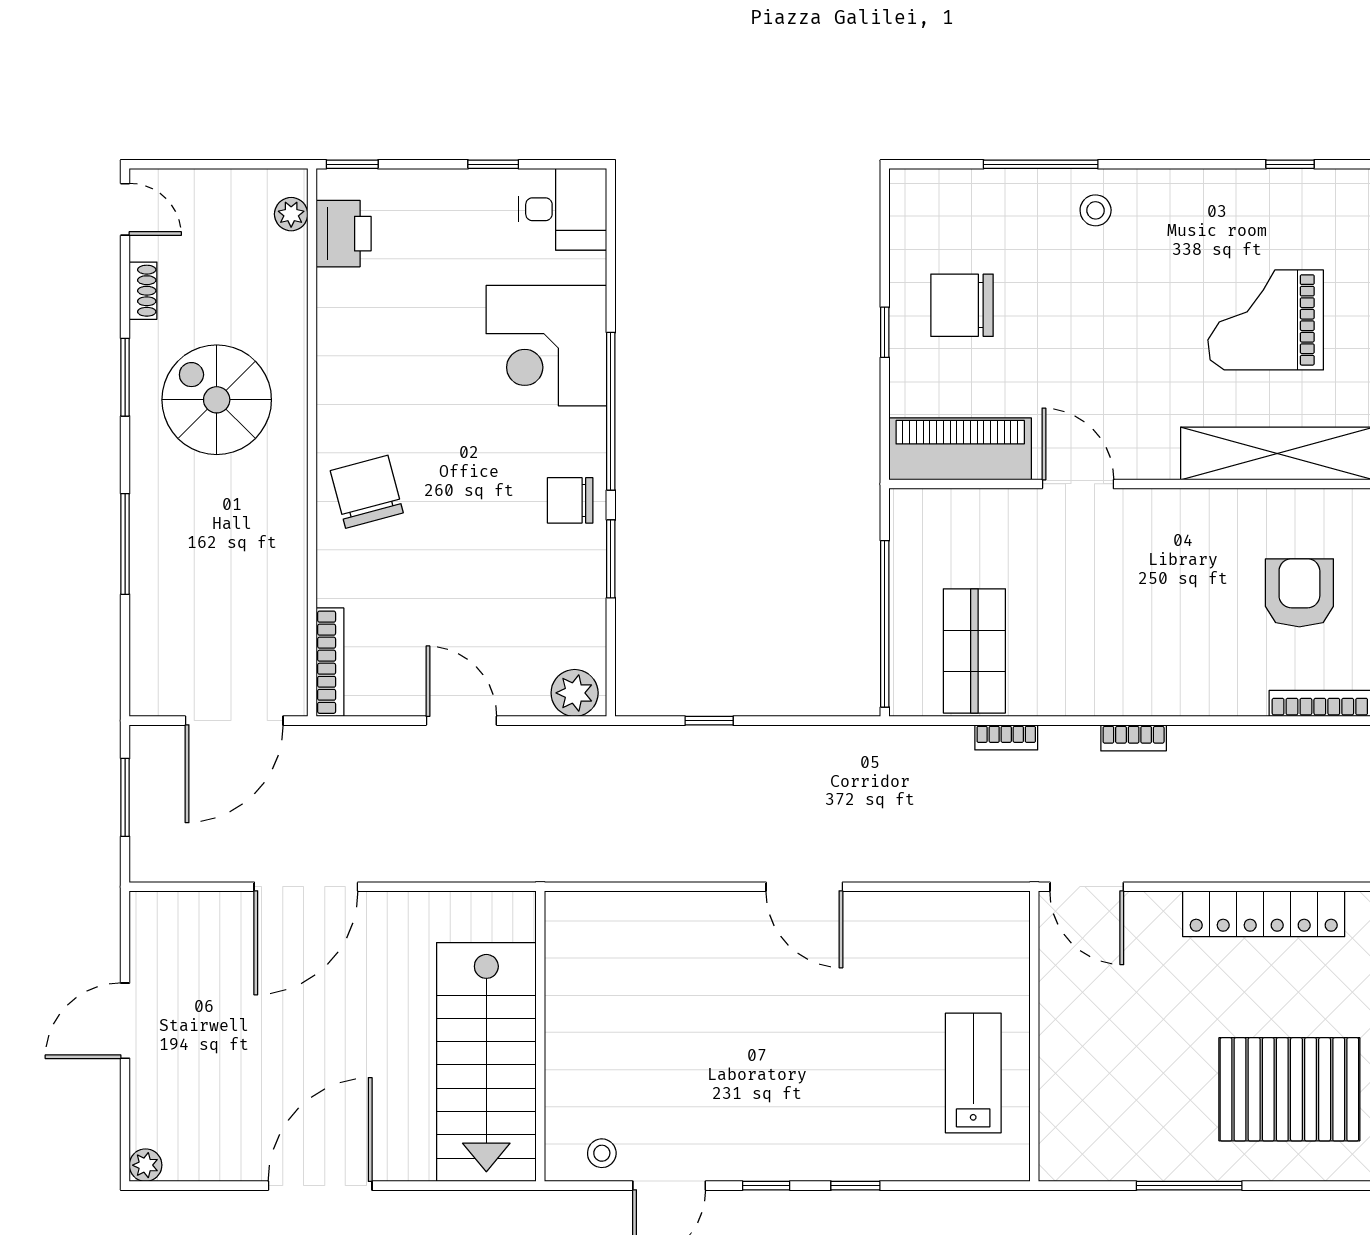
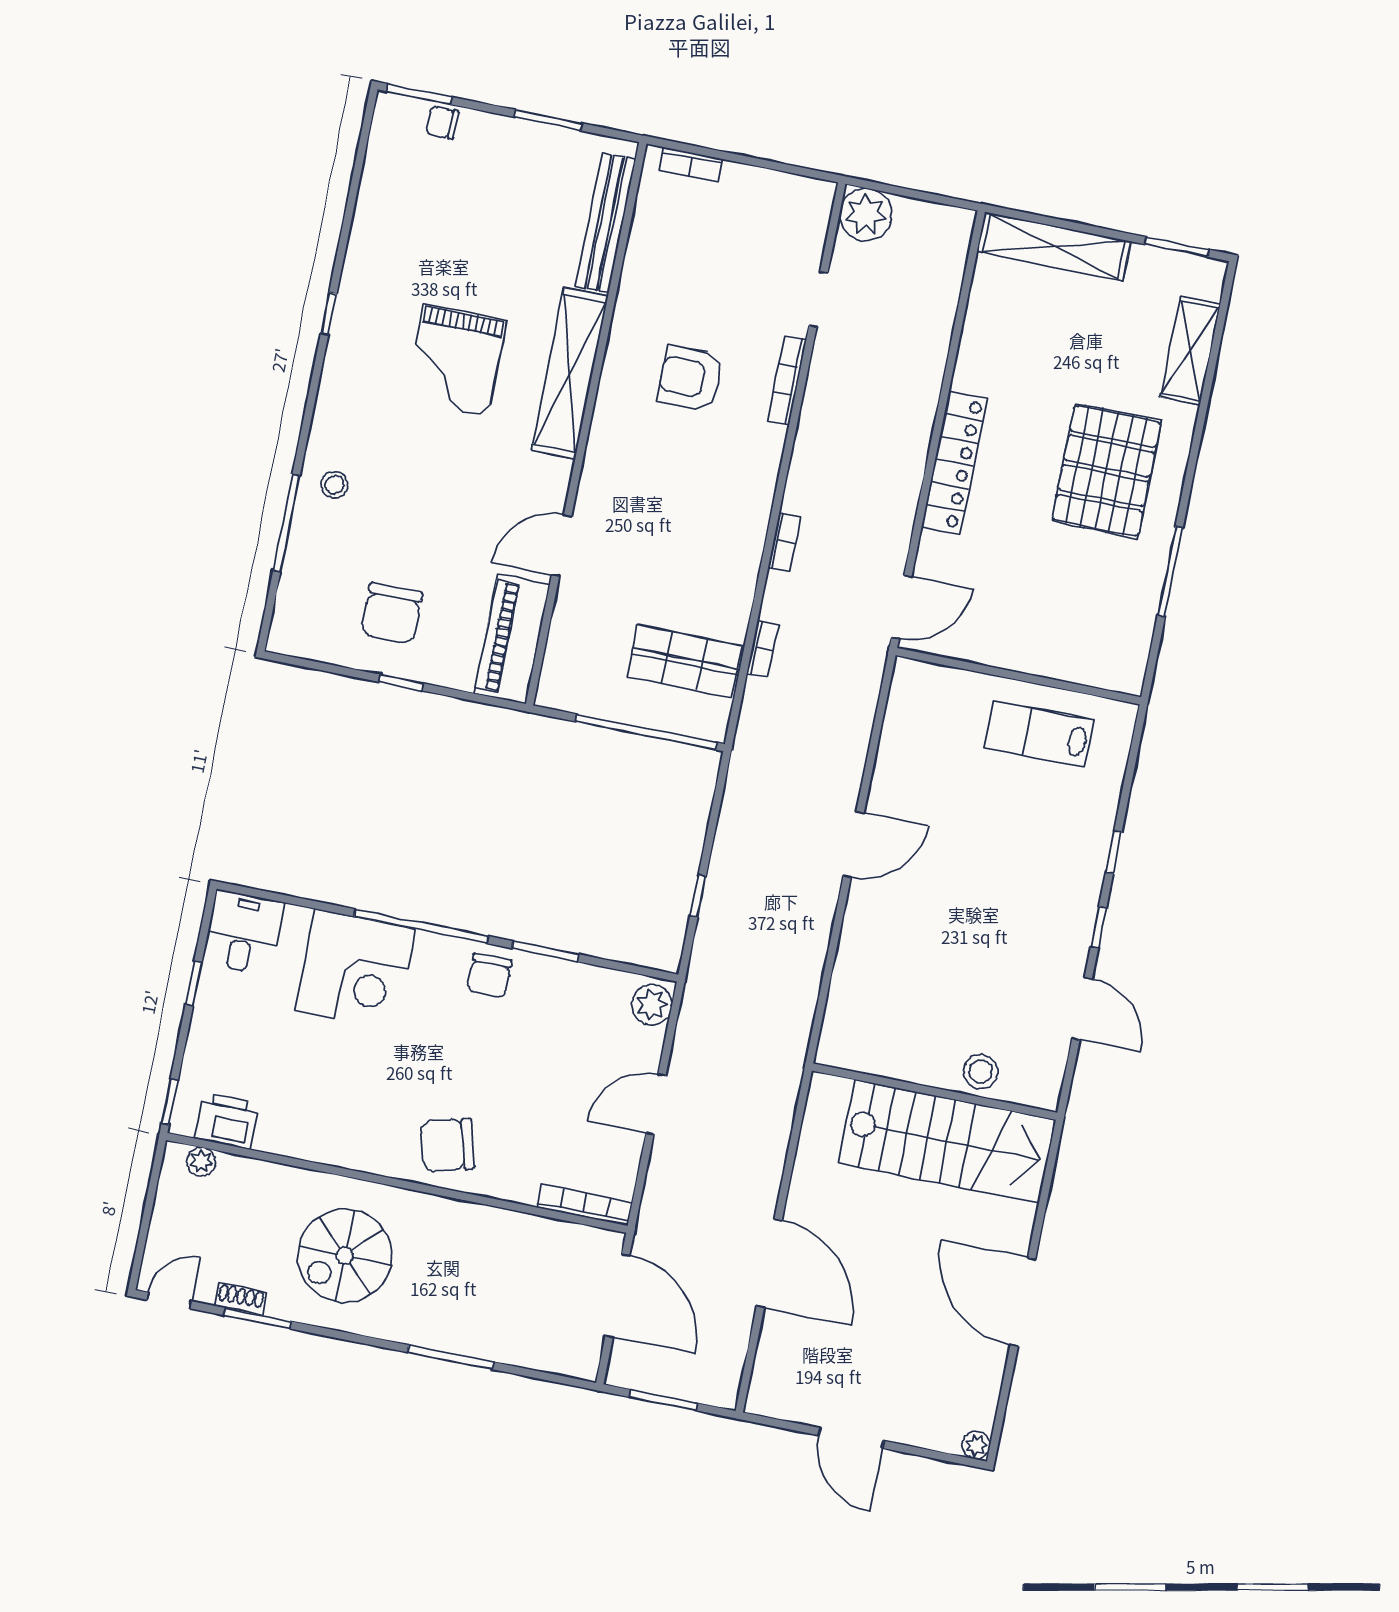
window: (125, 377) -> (257, 1318), moved
stool: (602, 1153) -> (981, 1071), moved, width x1.37, depth x1.37

